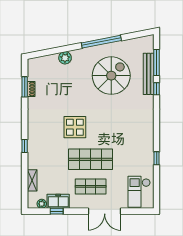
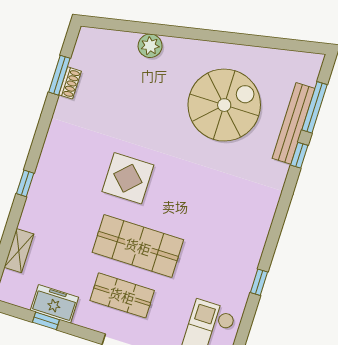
window: (101, 42) -> (226, 37), removed
plant: (42, 204) -> (23, 299), removed

